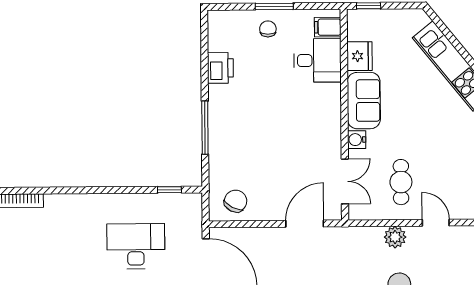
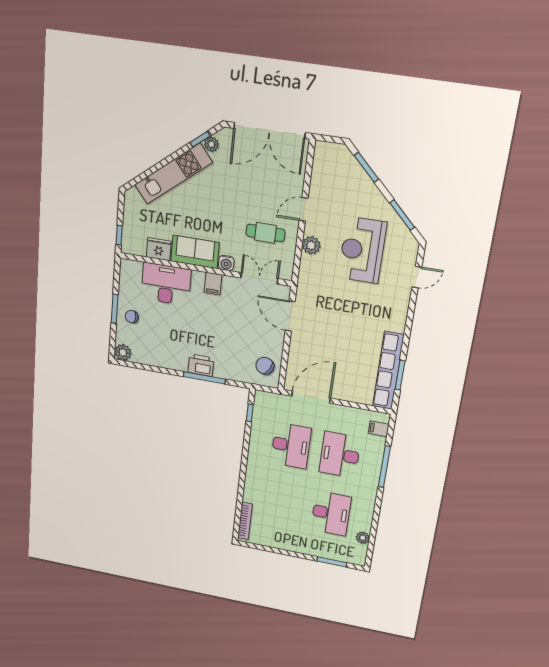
plant: (218, 21) -> (123, 352), added
filing cabinet: (328, 27) -> (213, 284), moved
desk: (317, 60) -> (166, 284), width x1.37
printer: (220, 68) -> (201, 365), moved
desk: (136, 246) -> (291, 446), turned 180

